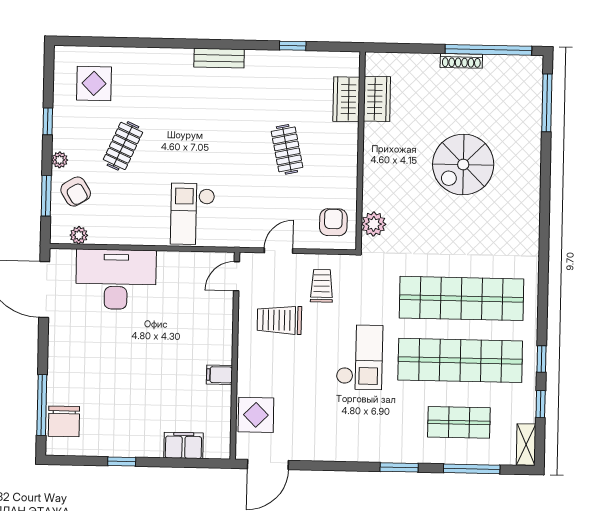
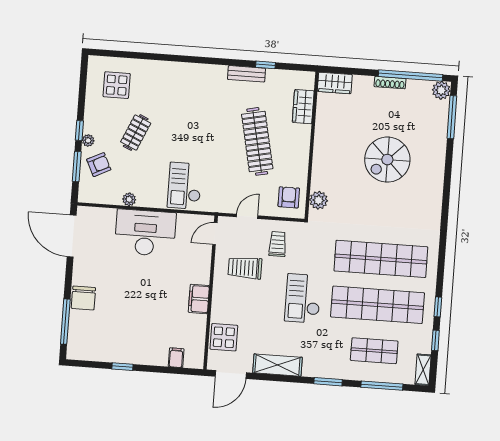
bench: (219, 58) -> (246, 74), moved
plant: (531, 68) -> (441, 90), added
wardrobe: (377, 99) -> (335, 83), moved, turned 90
window: (48, 121) -> (79, 131), moved
clothes rail: (287, 149) -> (257, 141), width x1.86, depth x1.31
armchair: (76, 192) -> (99, 165), turned -85
plant: (79, 235) -> (129, 199), moved
desk: (116, 279) -> (145, 233), moved
checkout: (360, 357) -> (303, 298), turned 180
filing cabinet: (219, 375) -> (199, 299), width x2.00
chair: (64, 421) -> (83, 298), moved
filing cabinet: (183, 445) -> (176, 358), width x0.50
shelving: (330, 448) -> (277, 365), added

